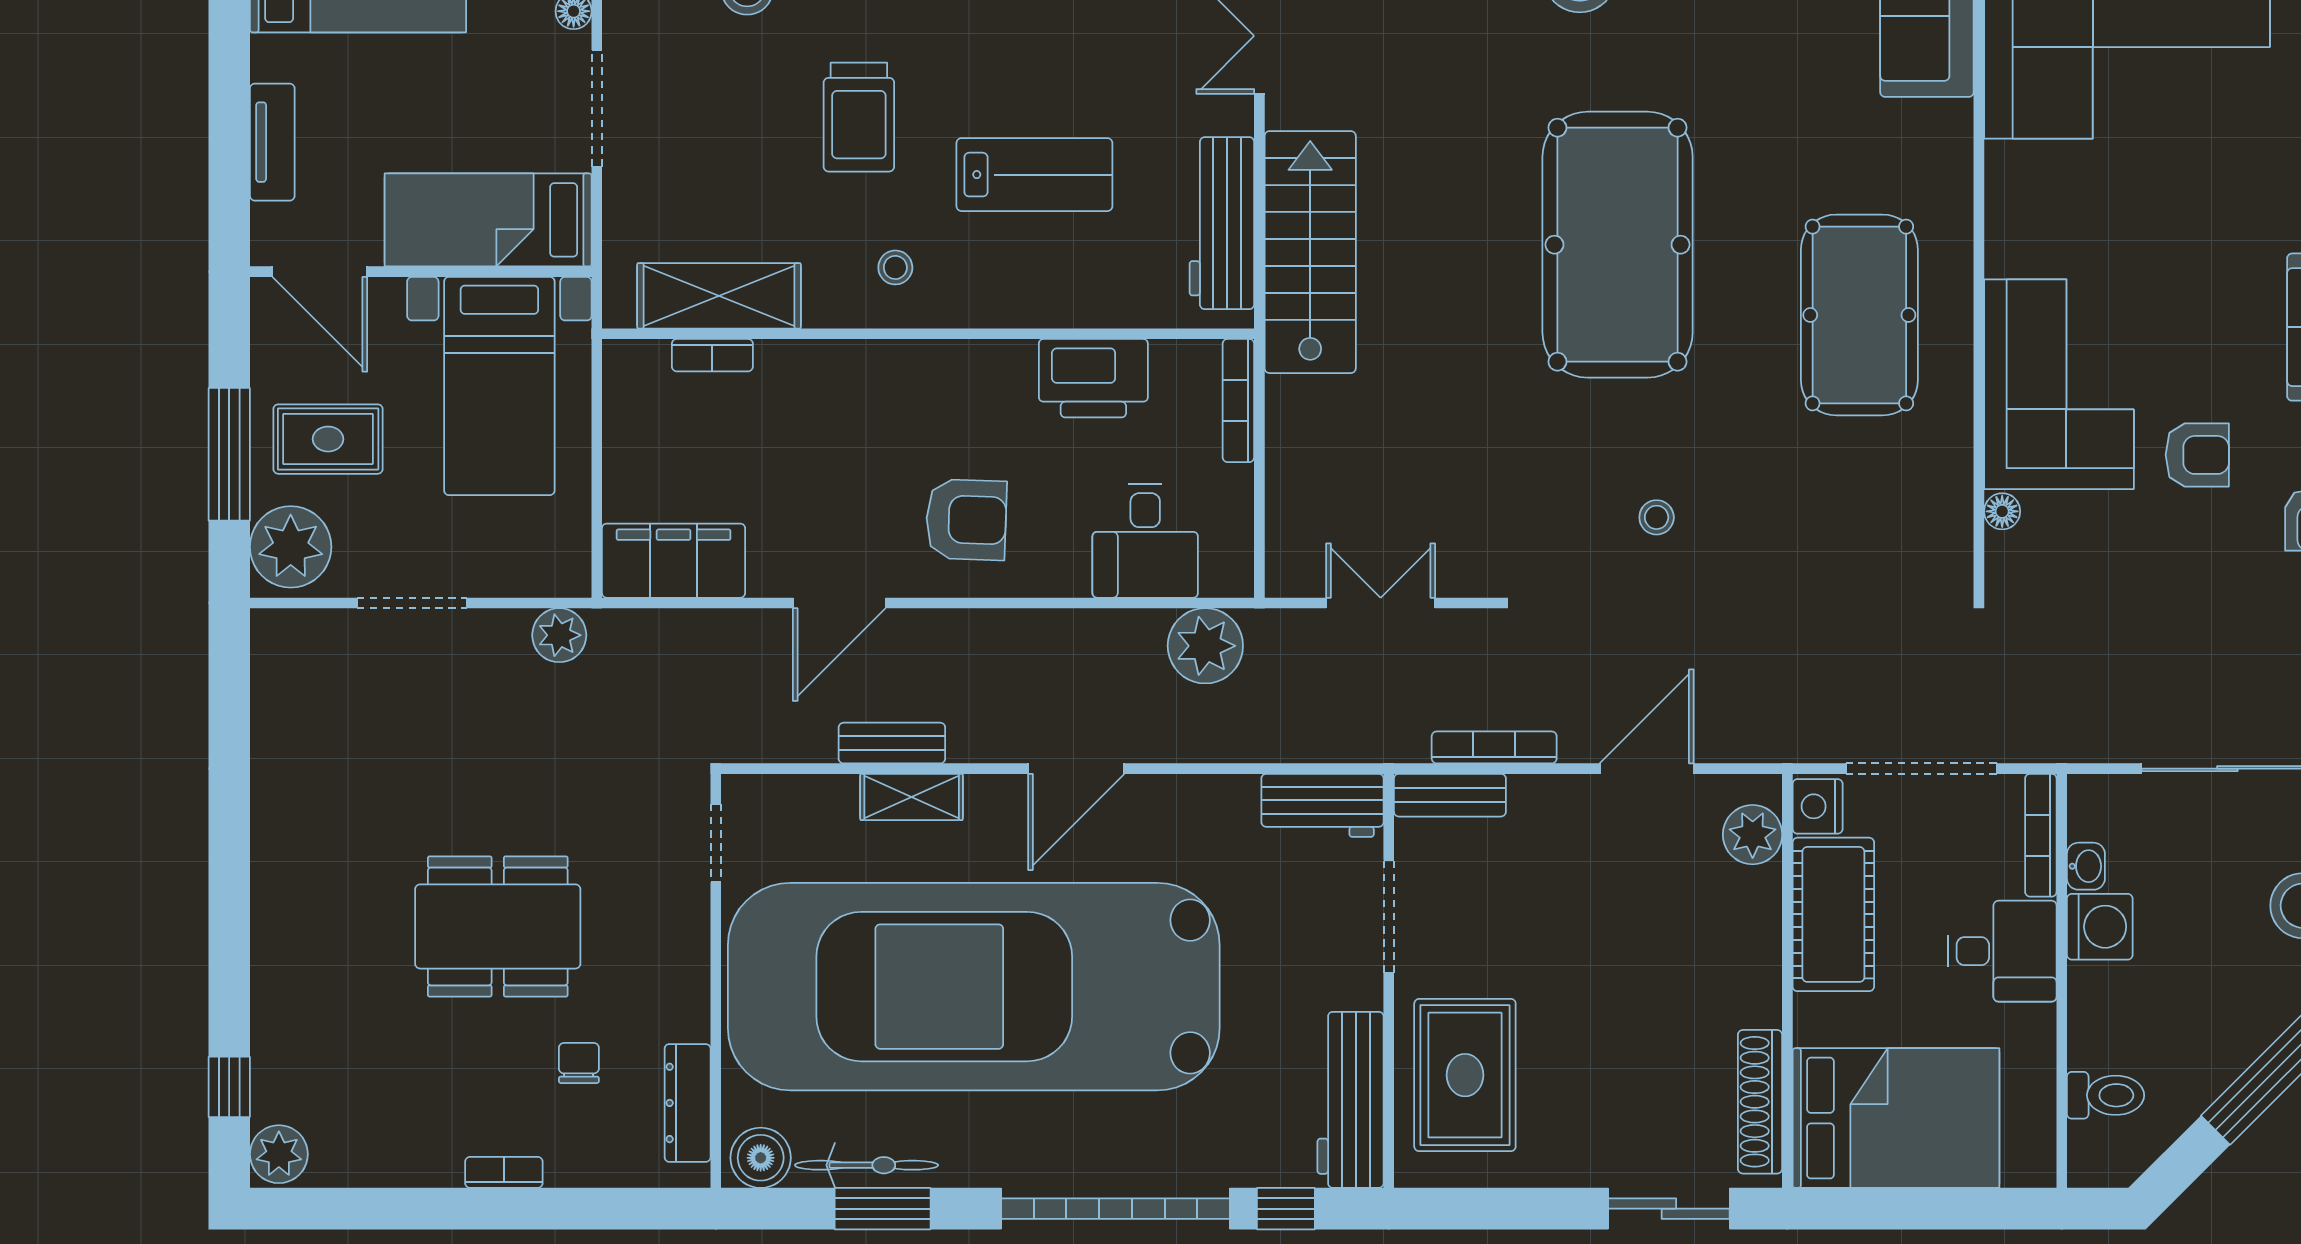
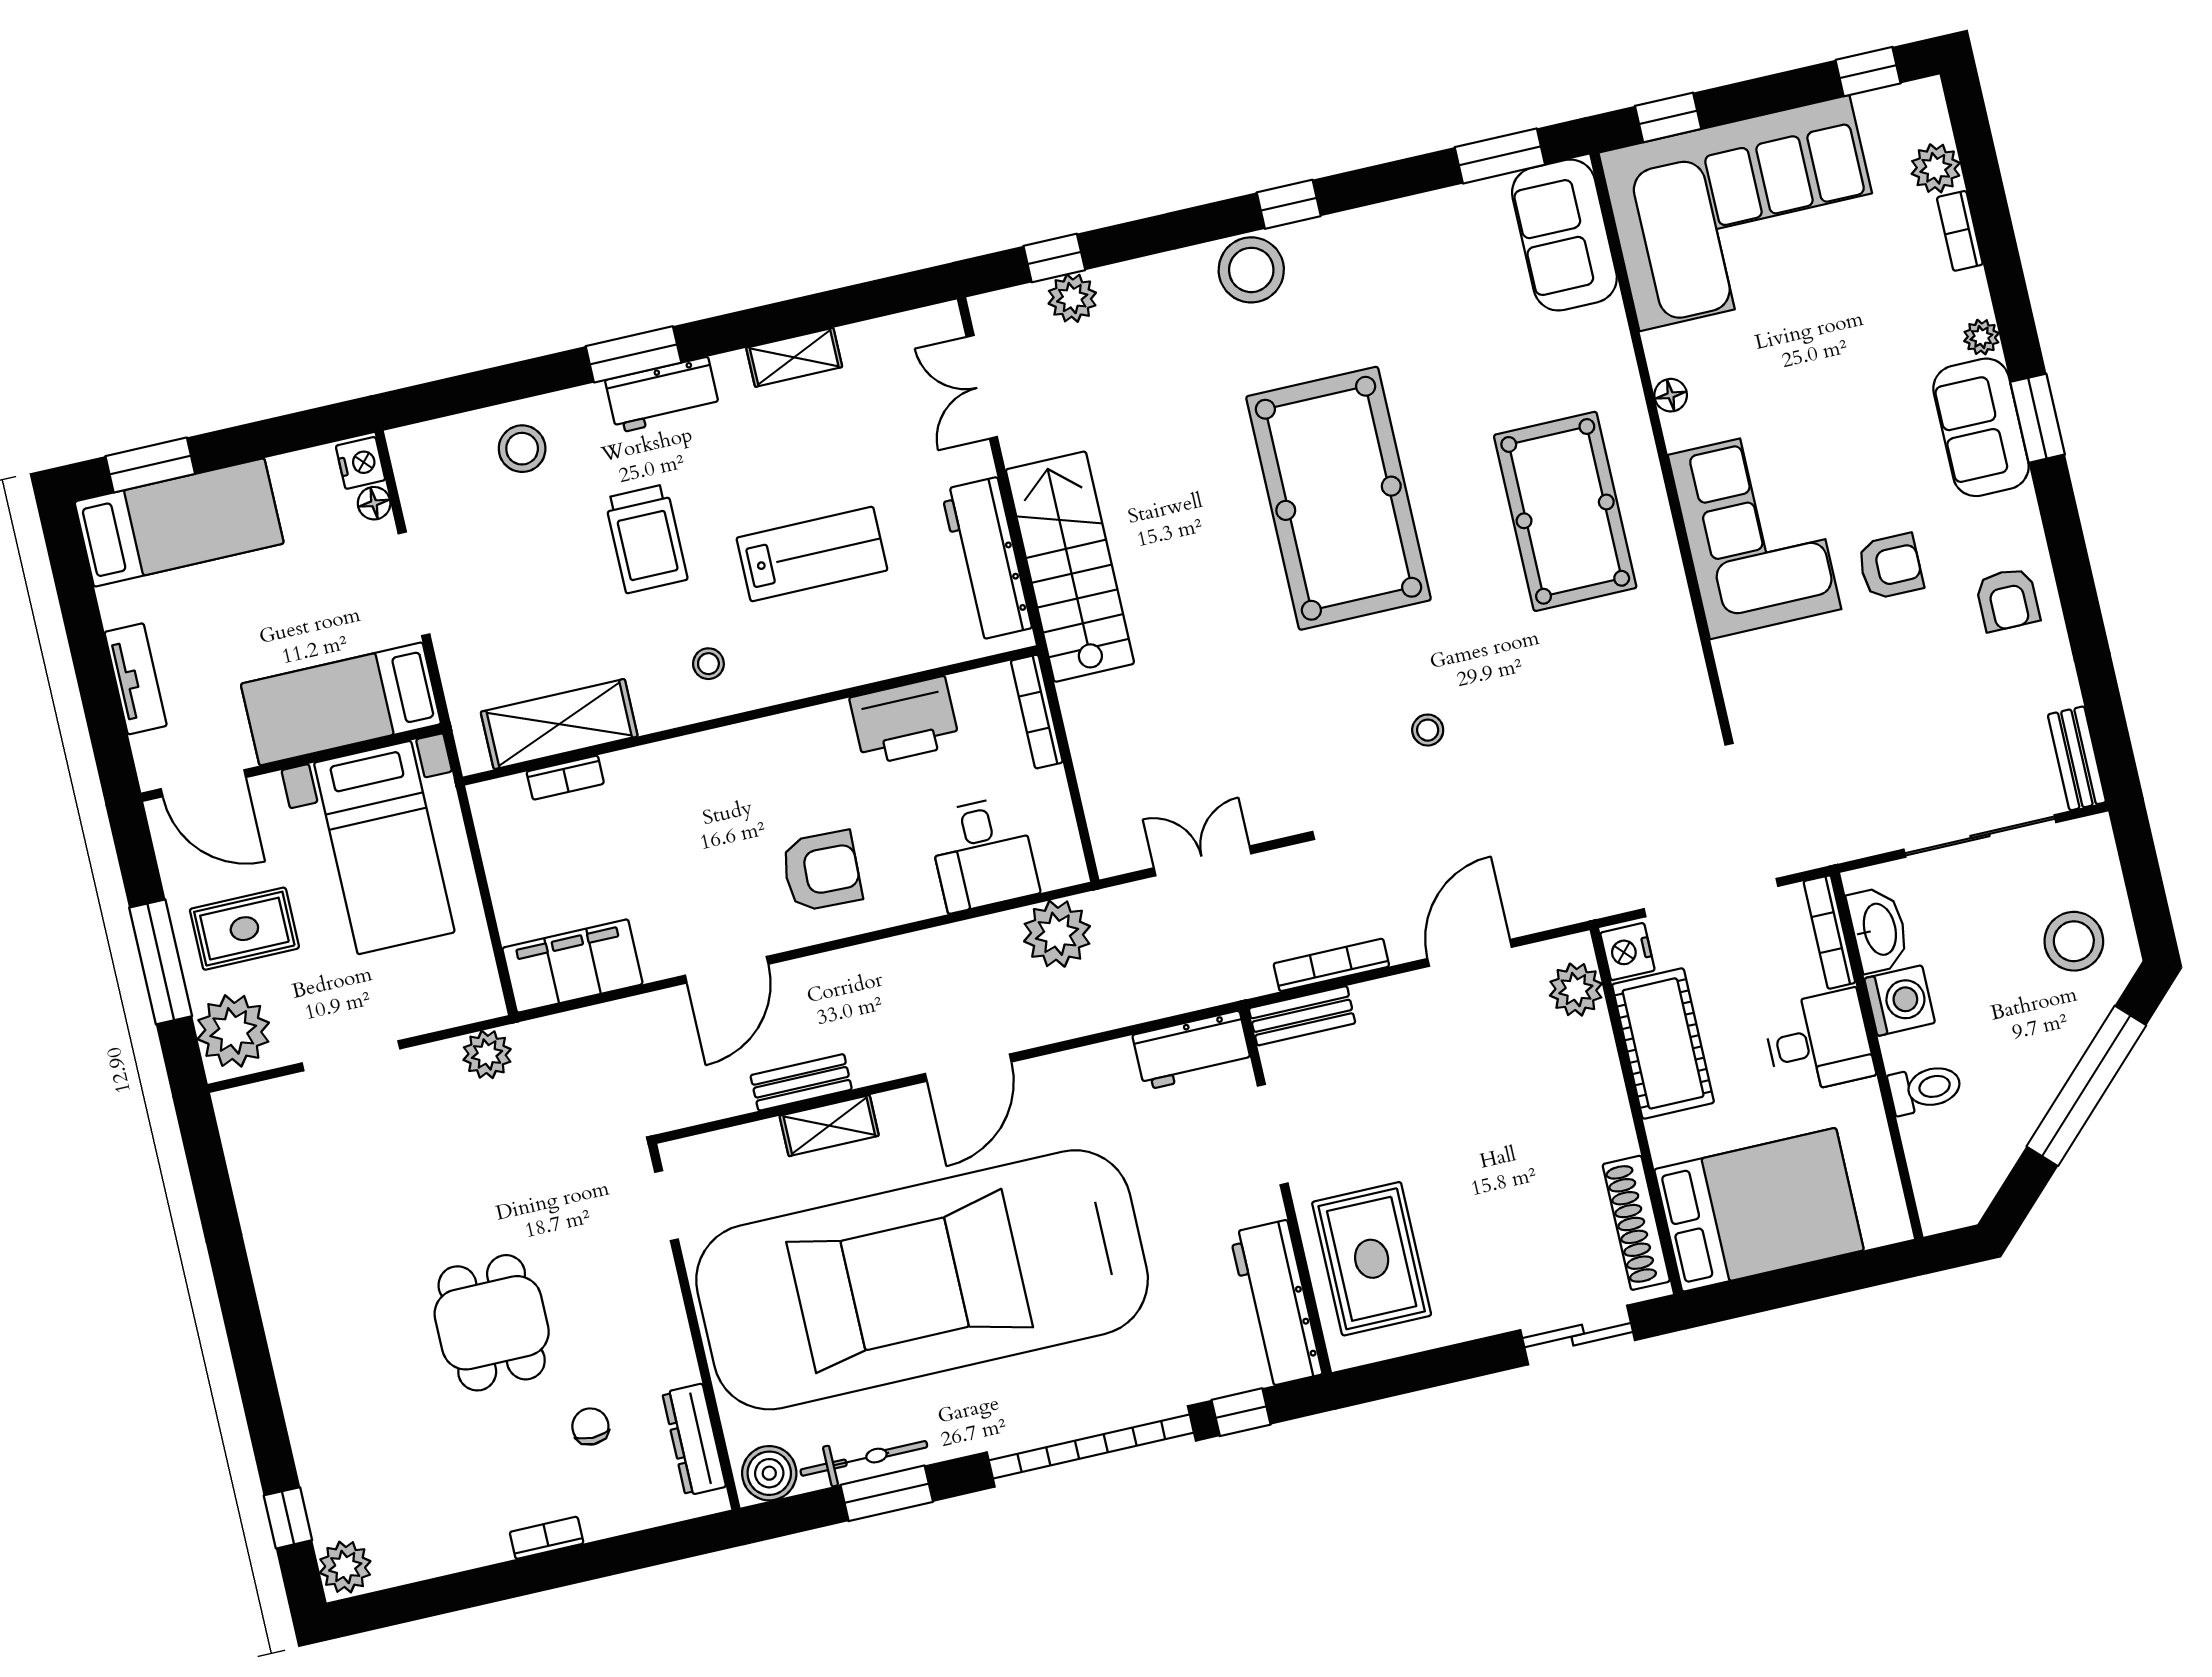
floor lamp: (2002, 511) -> (1671, 395), moved
washbasin: (2086, 866) -> (1878, 930), width x1.91, depth x1.45
dining table: (498, 926) -> (492, 1323), width x0.73
toilet: (2106, 1095) -> (1925, 1089), moved

